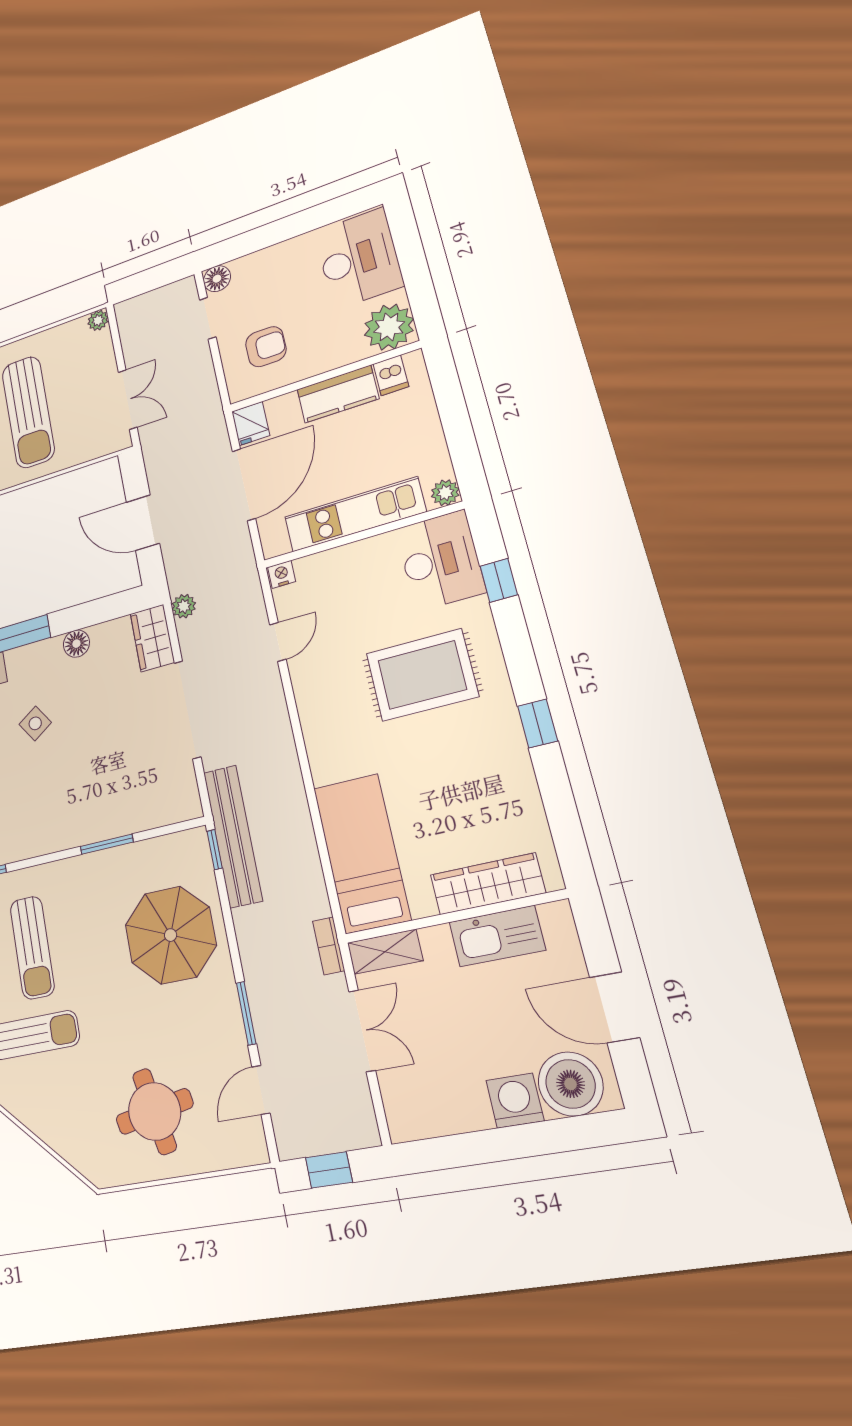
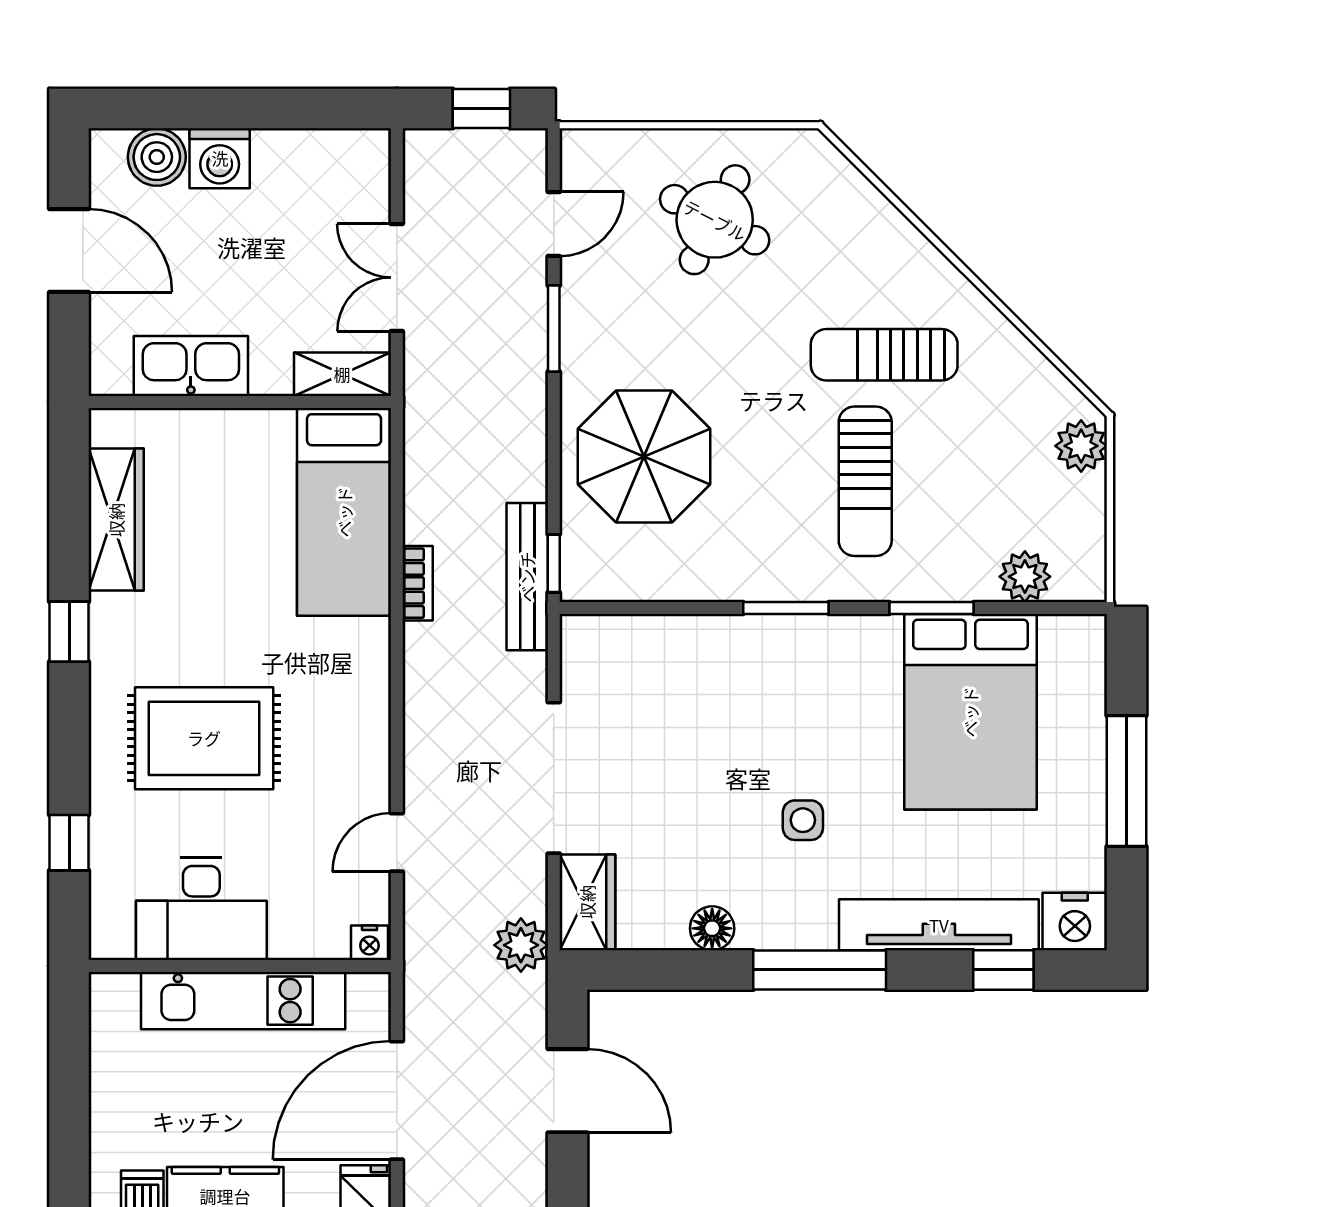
plant: (445, 493) -> (109, 992), removed
desk: (440, 560) -> (201, 909), moved, turned -90
plant: (184, 606) -> (521, 945), width x1.38, depth x1.38
side table: (35, 723) -> (803, 820), turned 34
bench: (233, 836) -> (527, 577), width x0.73, depth x0.82
window: (107, 844) -> (786, 608), moved
wardrobe: (487, 884) -> (116, 520), moved, turned -90
bookcase: (329, 946) -> (418, 583), moved
sun lounger: (32, 948) -> (865, 481), turned 180
boiler: (571, 1084) -> (157, 157), width x0.73, depth x0.73
round table: (155, 1111) -> (715, 220), turned 38

